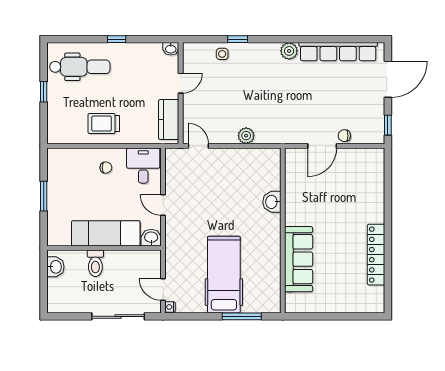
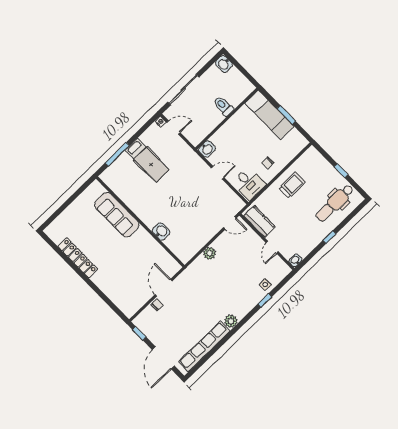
exam couch: (106, 233) -> (269, 115), moved, turned 90
washbasin: (55, 267) -> (224, 64), moved
hospital bed: (224, 275) -> (147, 160), width x0.73, depth x0.78

